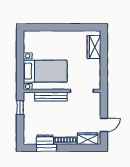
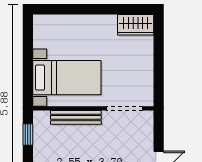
wardrobe: (94, 47) -> (136, 25), moved, turned -90

